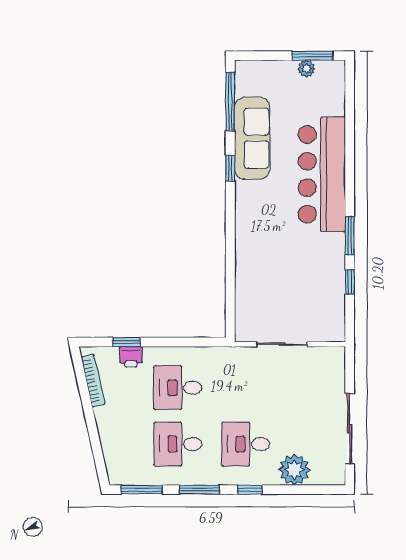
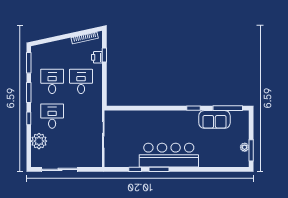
sofa: (252, 138) -> (214, 119), width x0.73
bar counter: (322, 174) -> (169, 155), moved

